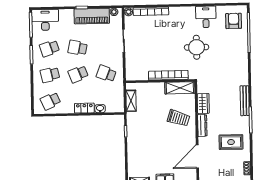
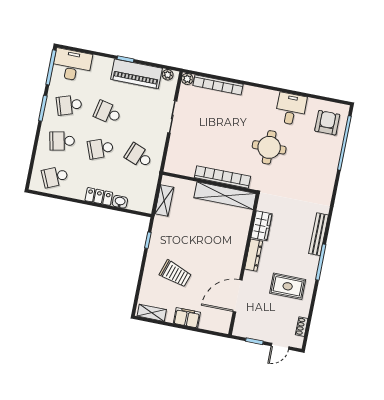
shelving: (180, 88) -> (225, 196), width x1.47
trolley: (179, 118) -> (175, 274), moved

